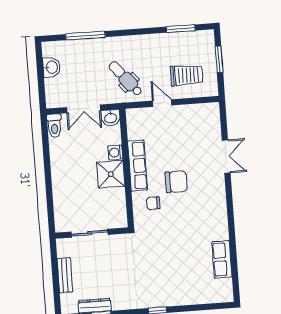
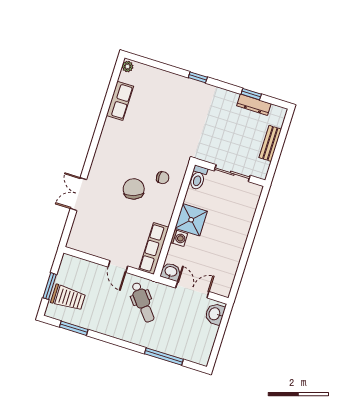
washbasin: (51, 67) -> (215, 314), moved
trolley: (186, 75) -> (68, 298), moved, turned 180
toilet: (54, 126) -> (198, 178), moved, turned 180
row of seats: (138, 166) -> (154, 249), moved
chair: (176, 182) -> (134, 189), turned 71
plant: (228, 294) -> (128, 67), added

